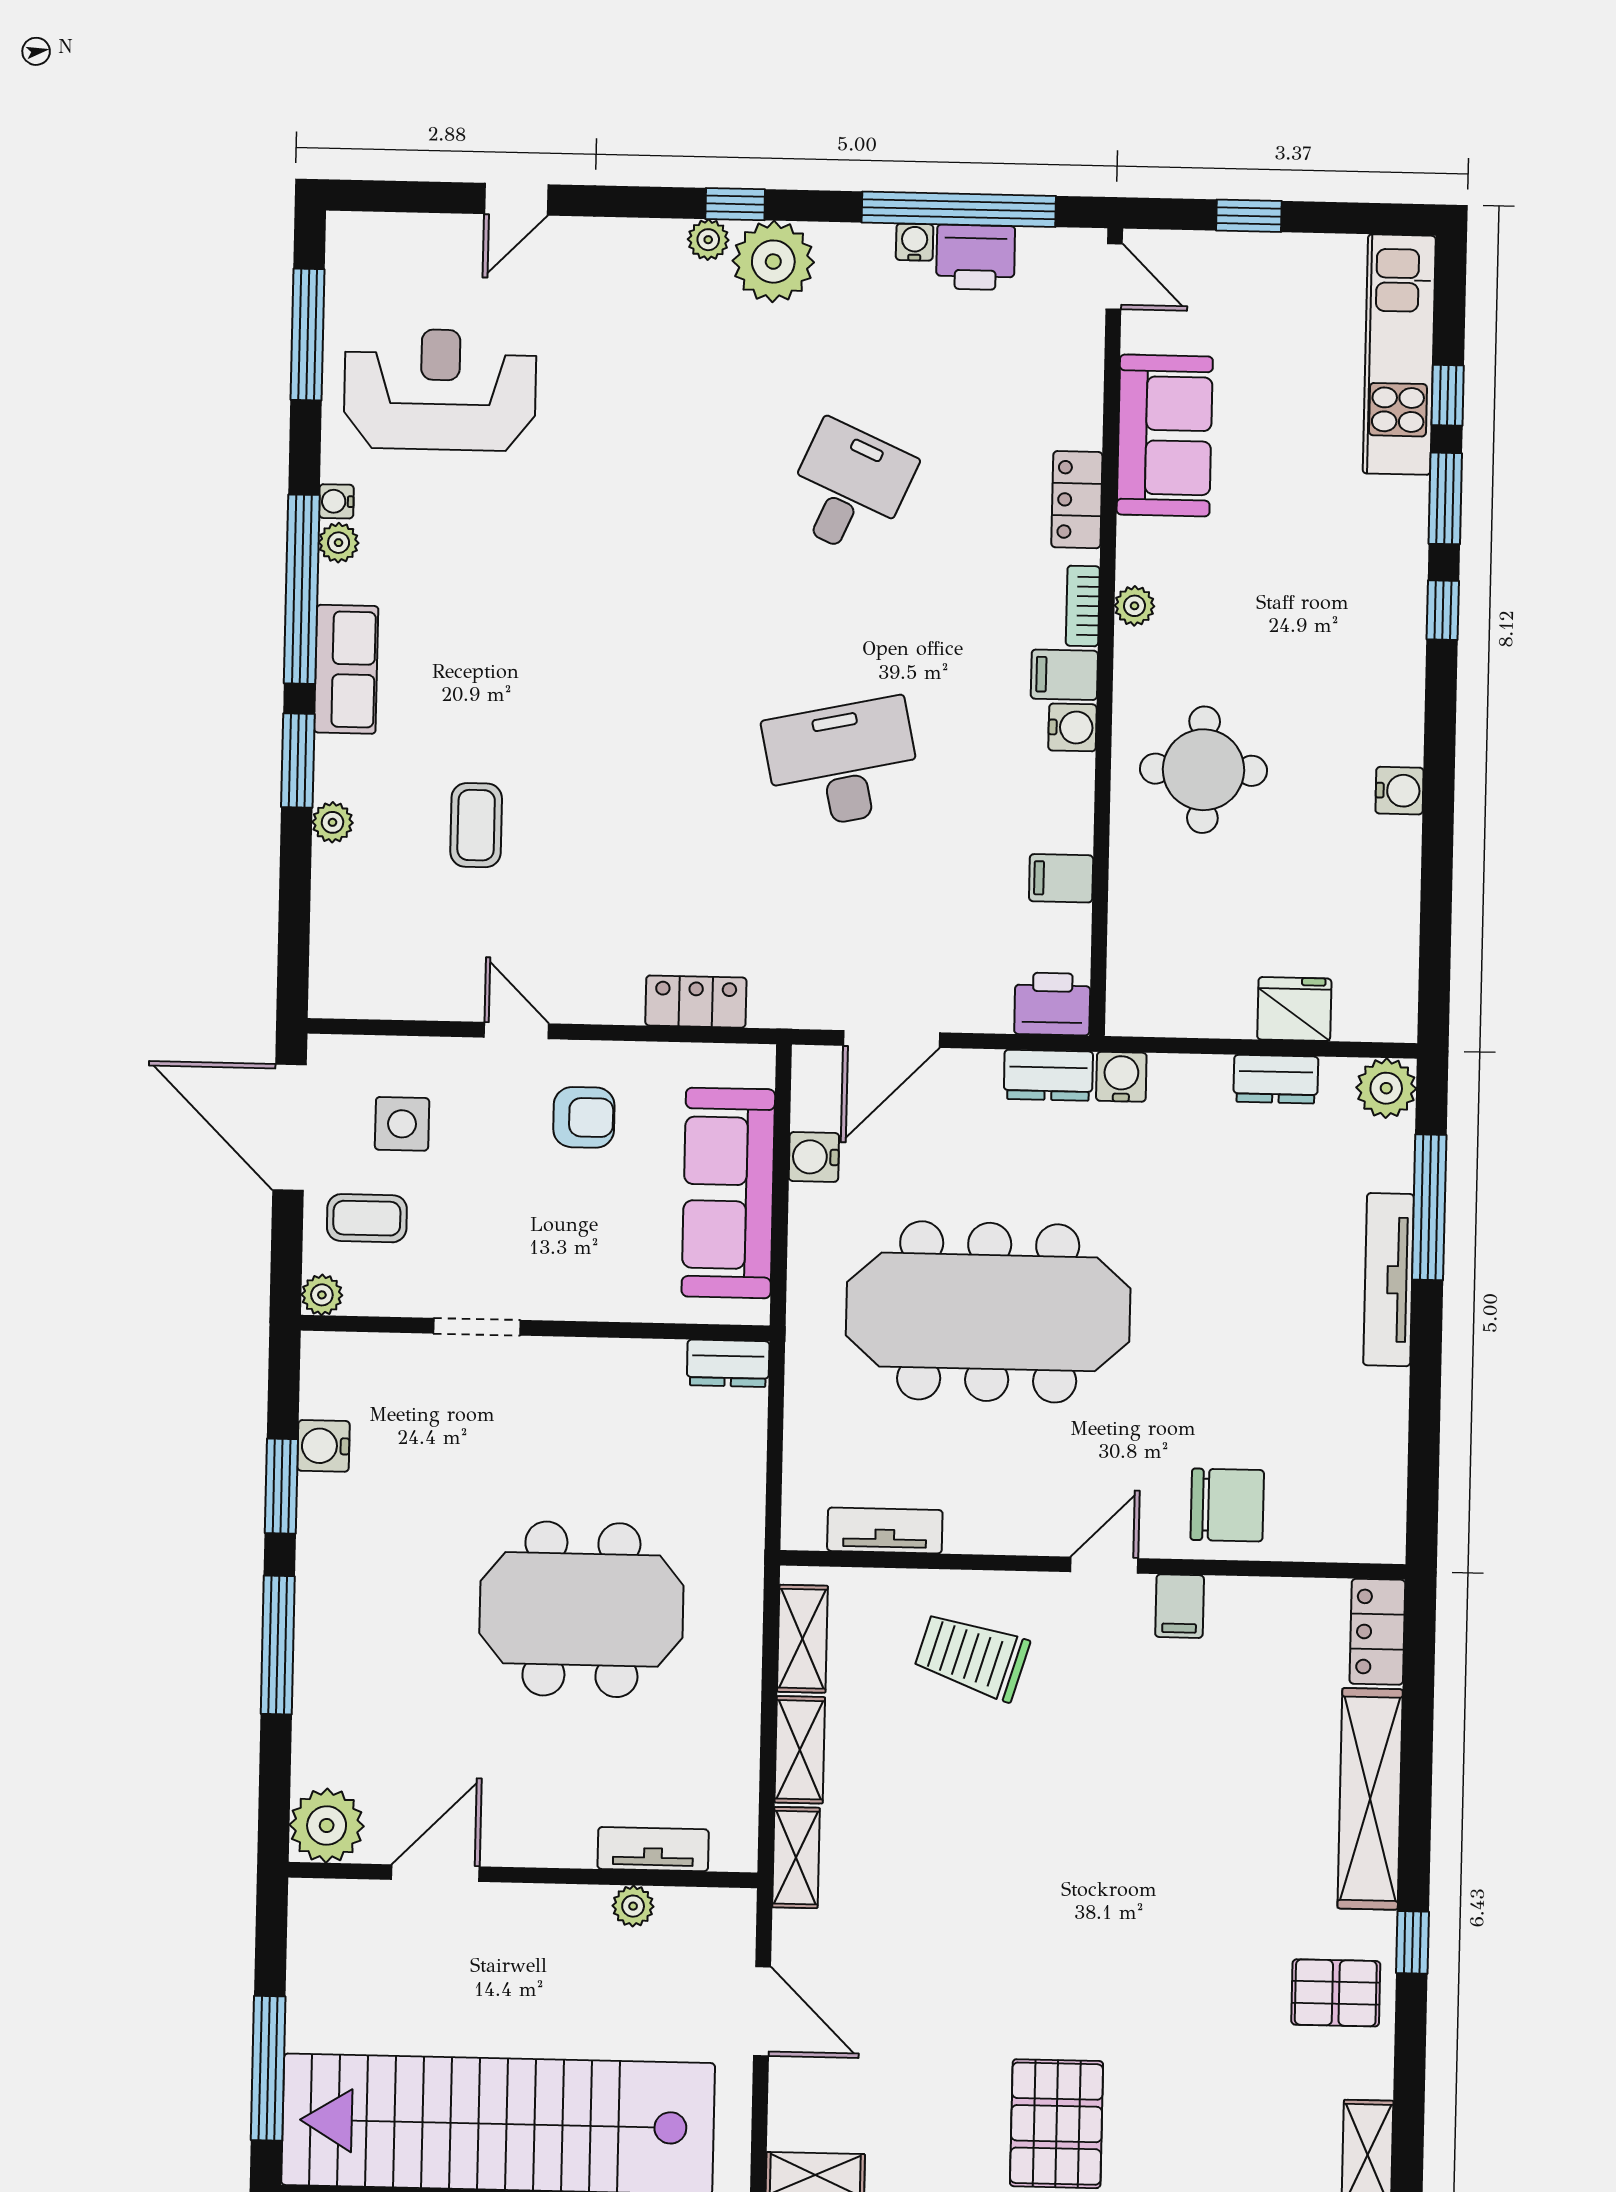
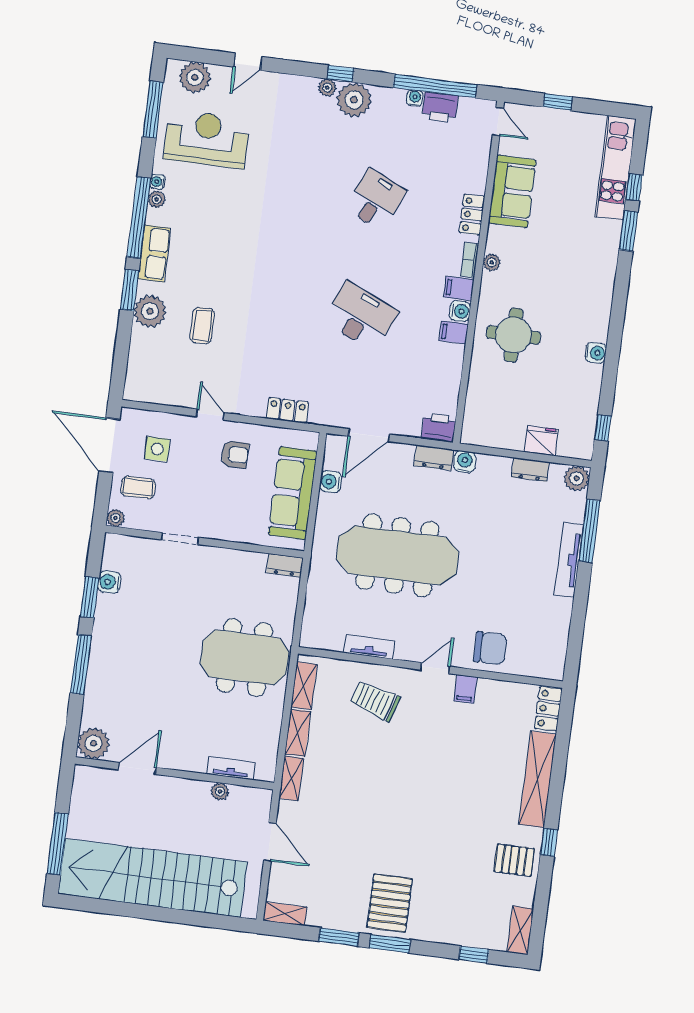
plant: (397, 249) -> (195, 77), added
window: (1443, 610) -> (603, 428), moved
desk: (842, 764) -> (361, 316), turned 36
plant: (332, 822) -> (150, 311), width x1.88, depth x1.88
filing cabinet: (1061, 878) -> (454, 332), moved
tv unit: (885, 1530) -> (369, 647), moved
meeting table: (581, 1609) -> (245, 657), moved

